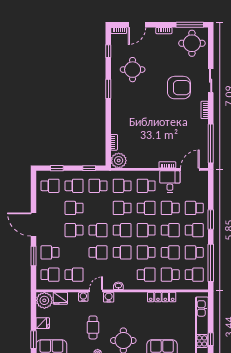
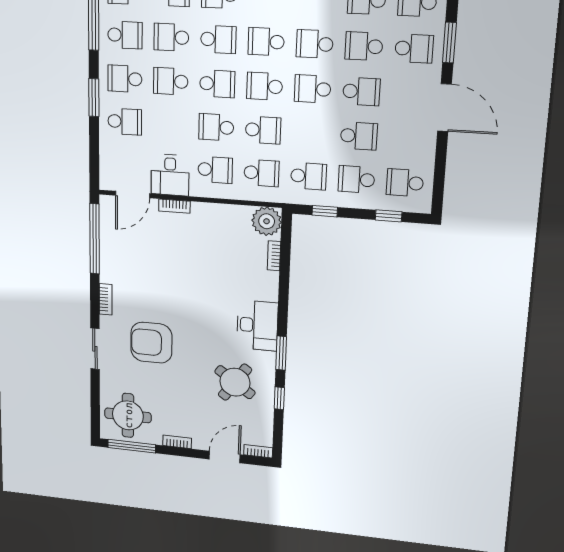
window: (108, 51) -> (279, 398), moved
round table: (133, 70) -> (235, 382), turned 35
desk: (122, 103) -> (257, 325), added
school desk: (170, 208) -> (364, 46), moved, turned 180

